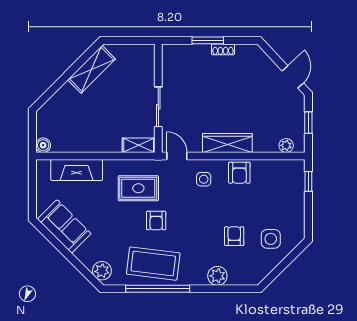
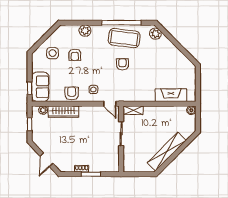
shelving: (92, 69) -> (167, 152), width x1.47
door: (293, 77) -> (46, 160), moved
wardrobe: (227, 143) -> (63, 112), moved
rug: (138, 188) -> (133, 84), removed
sofa: (64, 226) -> (40, 87), moved, turned -135

